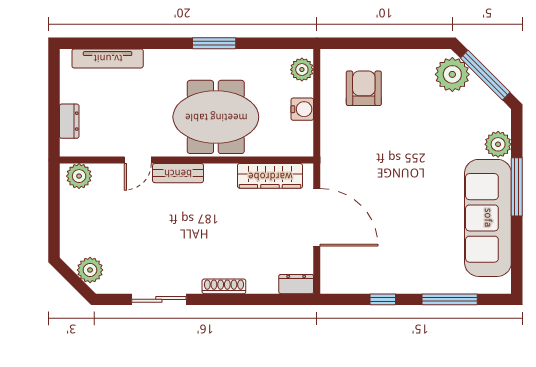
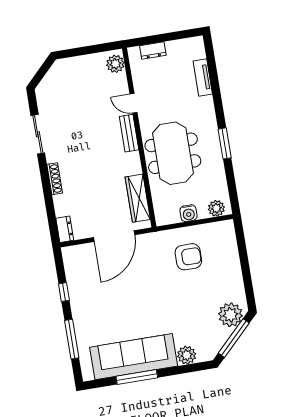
tv unit: (108, 58) -> (203, 77), width x0.71
armchair: (364, 88) -> (188, 257), moved
window: (517, 187) -> (137, 377), moved
plant: (90, 270) -> (51, 82), removed

